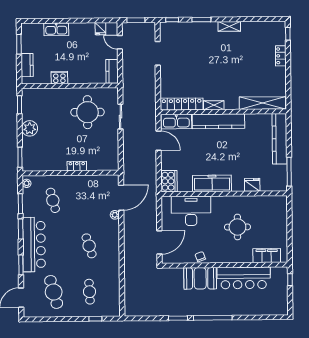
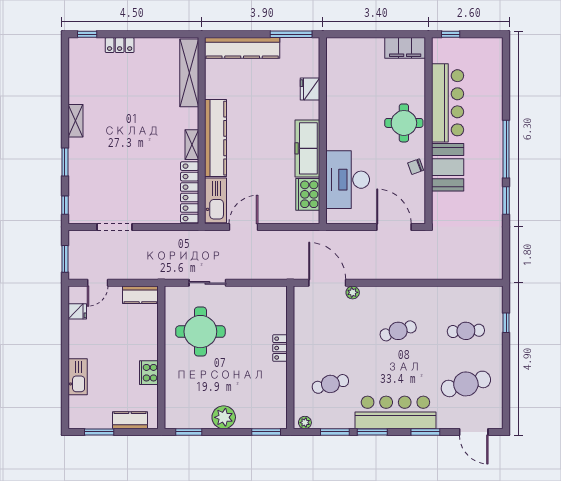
cooker: (169, 181) -> (308, 194), moved, turned -90
round table: (237, 227) -> (404, 123), moved
filing cabinet: (267, 256) -> (405, 48), moved, turned -90

